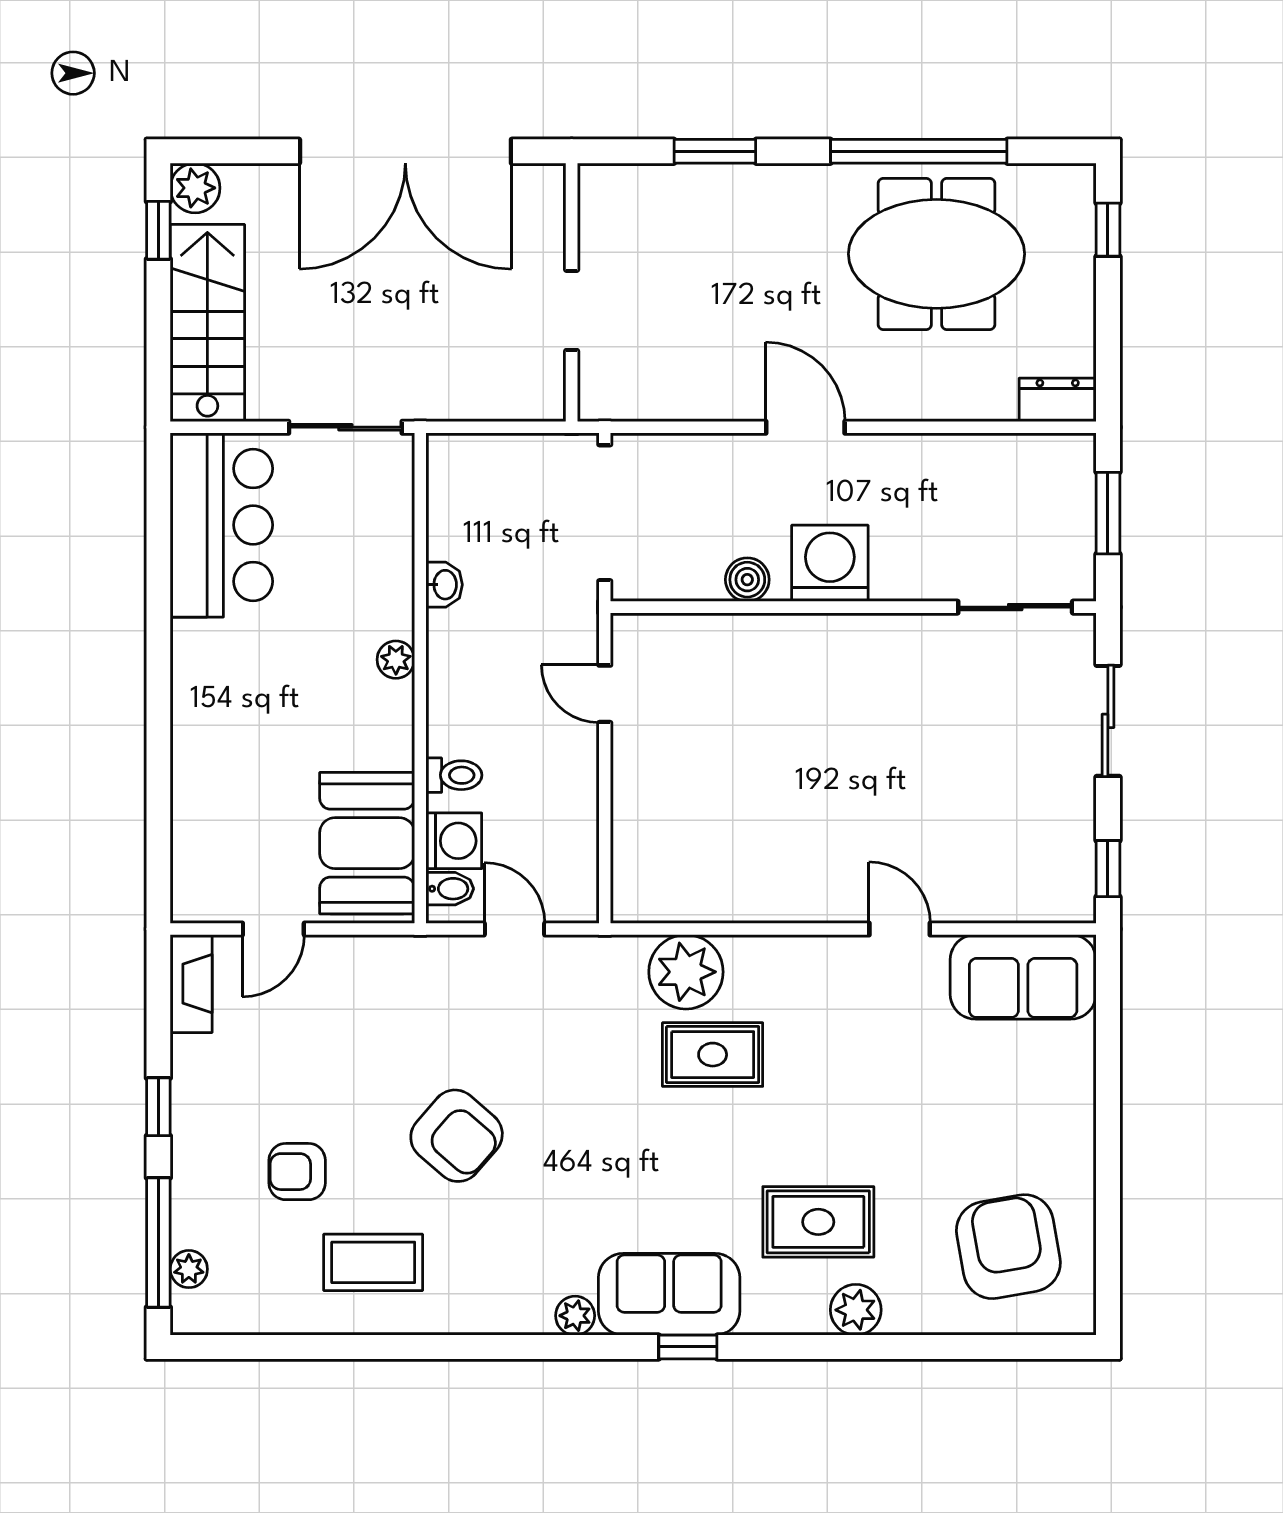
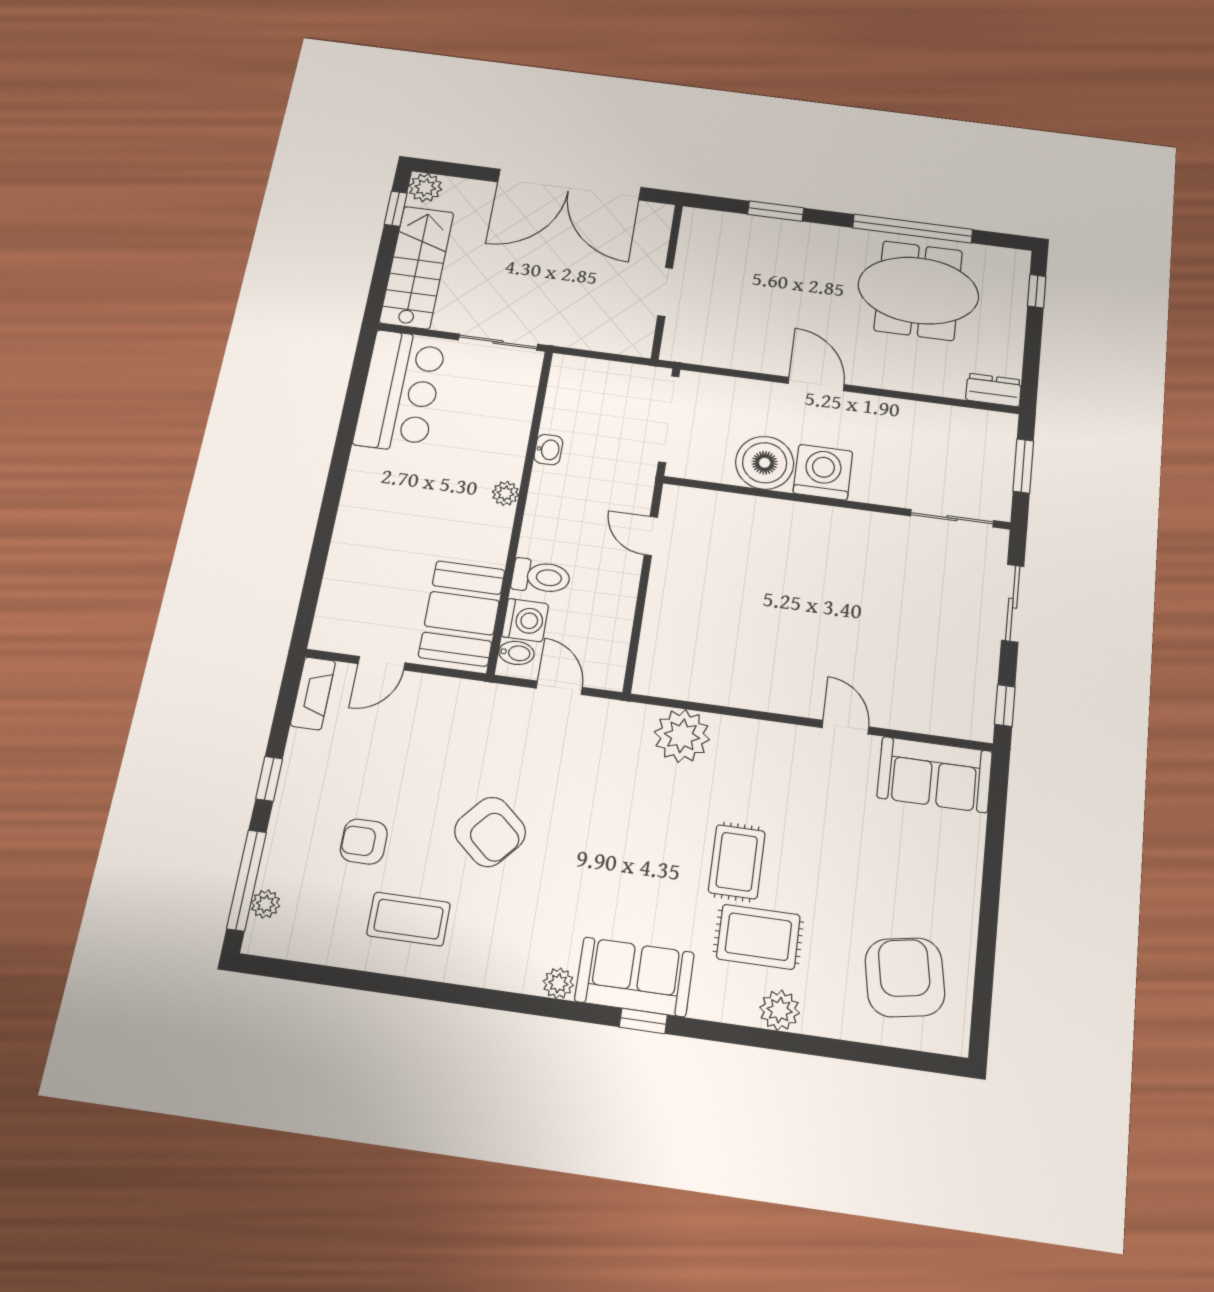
boiler: (747, 580) -> (765, 463), width x1.86, depth x1.86
toilet: (454, 775) -> (541, 577), width x1.37, depth x1.39
rug: (713, 1055) -> (737, 862), moved, turned 90

